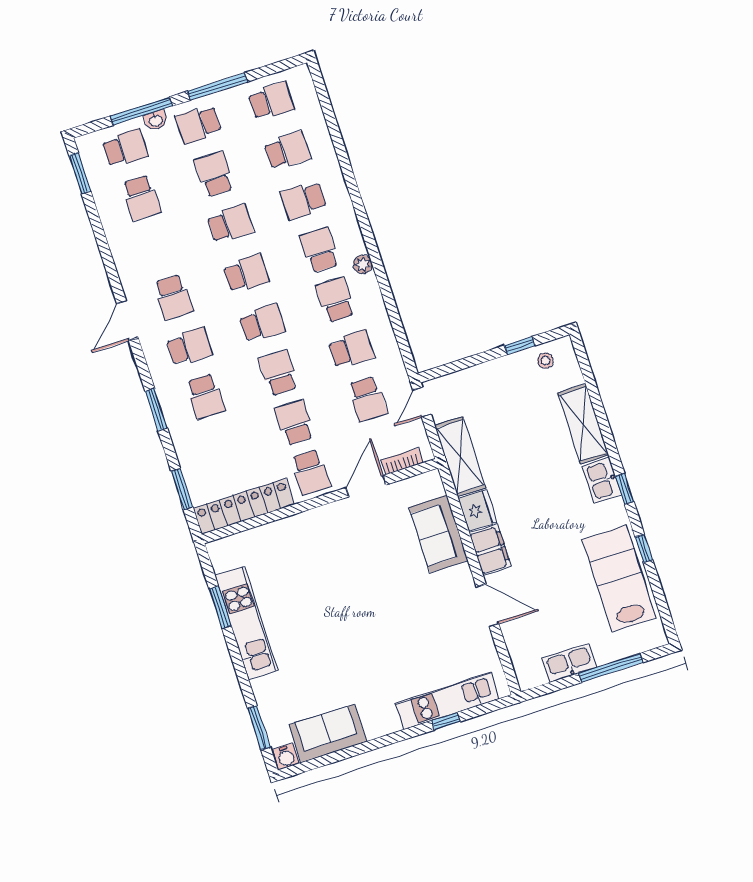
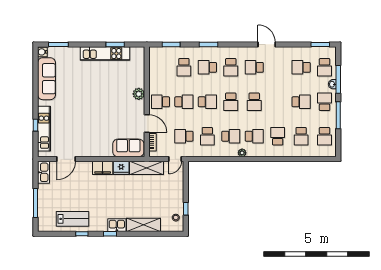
school desk: (230, 224) -> (184, 67), moved
door: (127, 321) -> (267, 44), moved
door: (422, 402) -> (175, 159), swing flipped
locker: (244, 506) -> (155, 68), removed
plant: (309, 524) -> (139, 94), added
sofa: (439, 534) -> (128, 148), moved
lab bench: (619, 578) -> (73, 219), width x0.73, depth x0.72
door: (488, 605) -> (66, 159), moved
kitchen sink: (569, 663) -> (43, 172), moved
sofa: (328, 733) -> (46, 79), width x1.36

